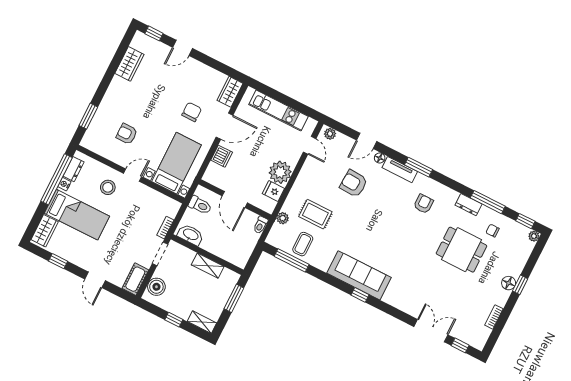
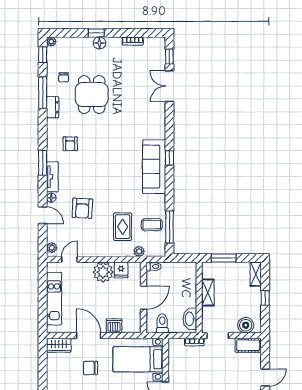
armchair: (423, 204) -> (70, 144), turned -90

